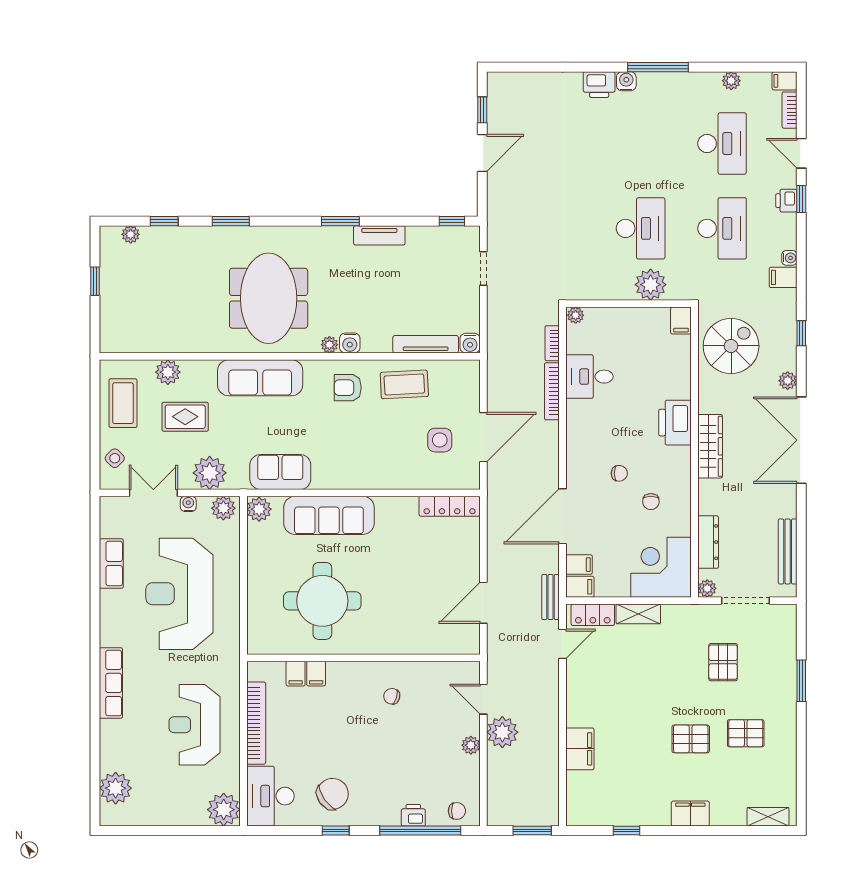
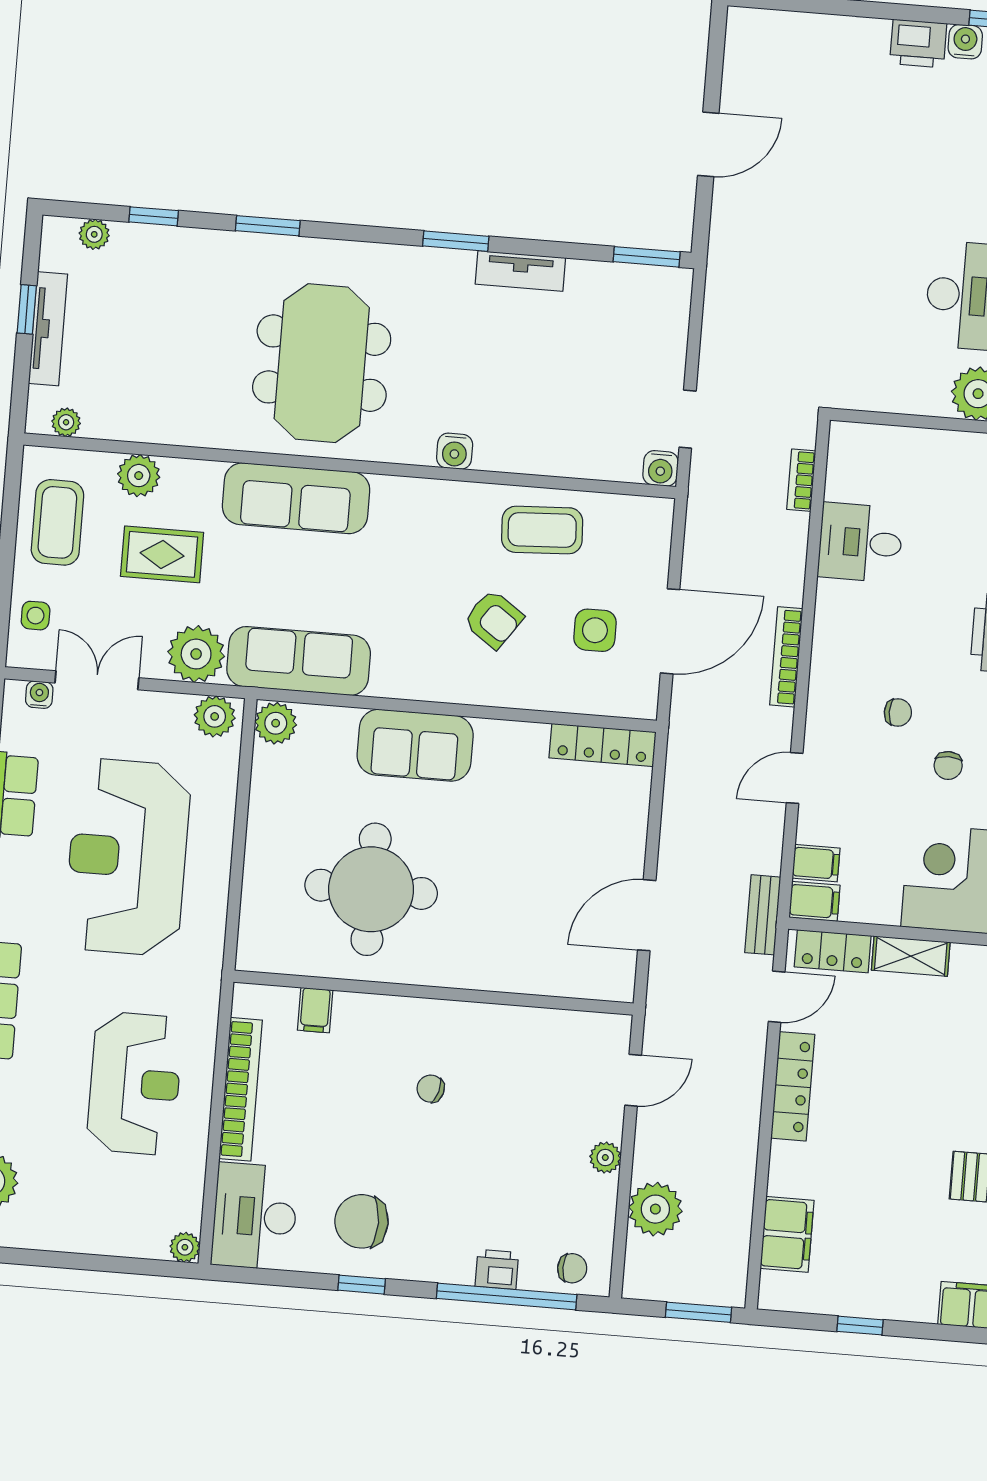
window: (482, 110) -> (714, 70), removed
window: (452, 221) -> (647, 257), width x1.50
doorway: (483, 269) -> (688, 419), moved
plant: (576, 315) -> (845, 435), removed
tv unit: (426, 344) -> (48, 329), moved, turned 90
plant: (329, 345) -> (66, 422), moved
armchair: (348, 388) -> (493, 619), moved, turned -145
bookcase: (552, 391) -> (786, 657), moved
side table: (115, 458) -> (36, 616), turned 45
sofa: (280, 472) -> (299, 661), width x1.36
water cooler: (188, 504) -> (39, 695), moved
sofa: (329, 515) -> (415, 745), width x0.73
door: (563, 516) -> (795, 778), width x0.53
filing cabinet: (316, 674) -> (350, 1013), removed
locker: (576, 695) -> (793, 1086), added
chair: (392, 696) -> (431, 1089), moved
door: (483, 699) -> (633, 1080), swing flipped
reception desk: (195, 725) -> (135, 1083), turned 180
plant: (502, 732) -> (655, 1209), moved
filing cabinet: (580, 749) -> (787, 1234), moved
chair: (333, 794) -> (362, 1221), turned -145
plant: (224, 810) -> (185, 1247), width x0.53, depth x0.53

